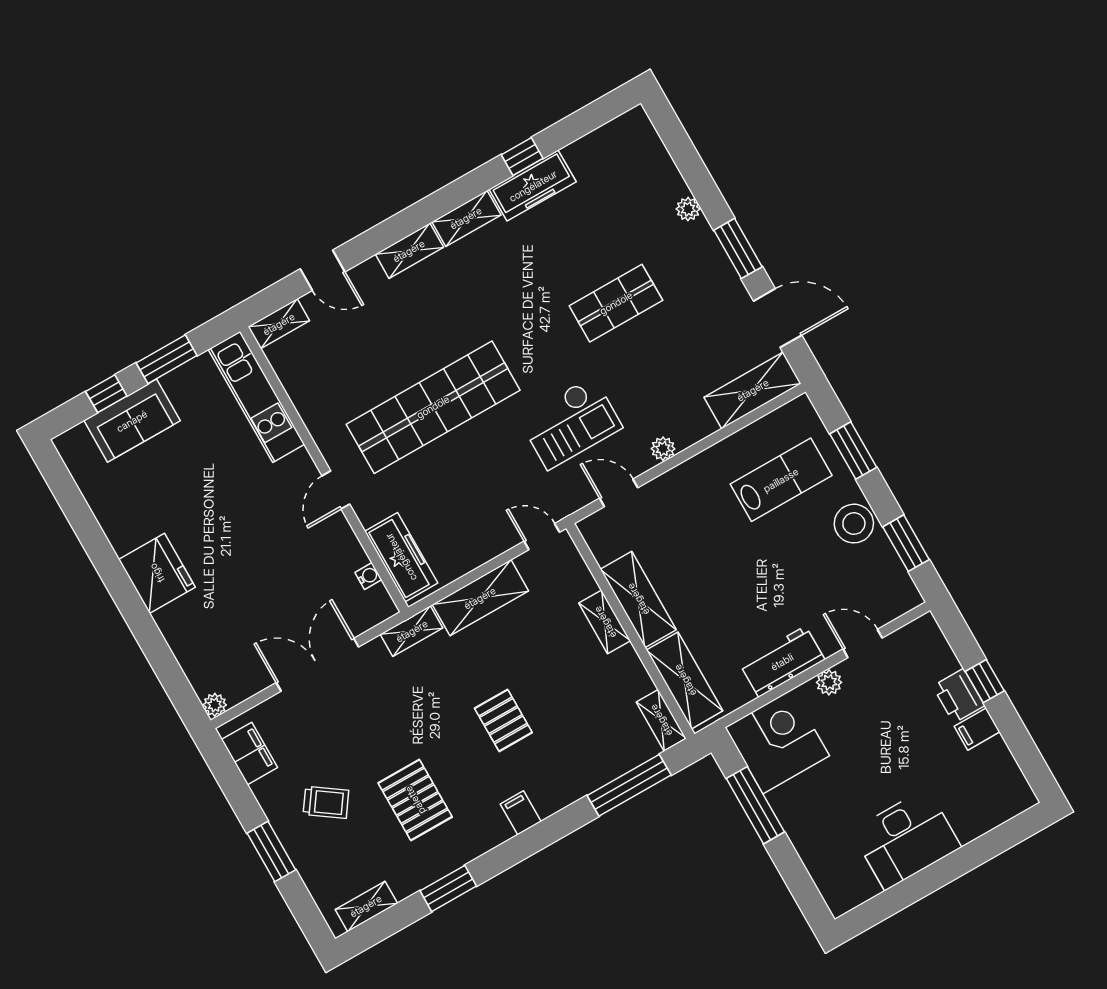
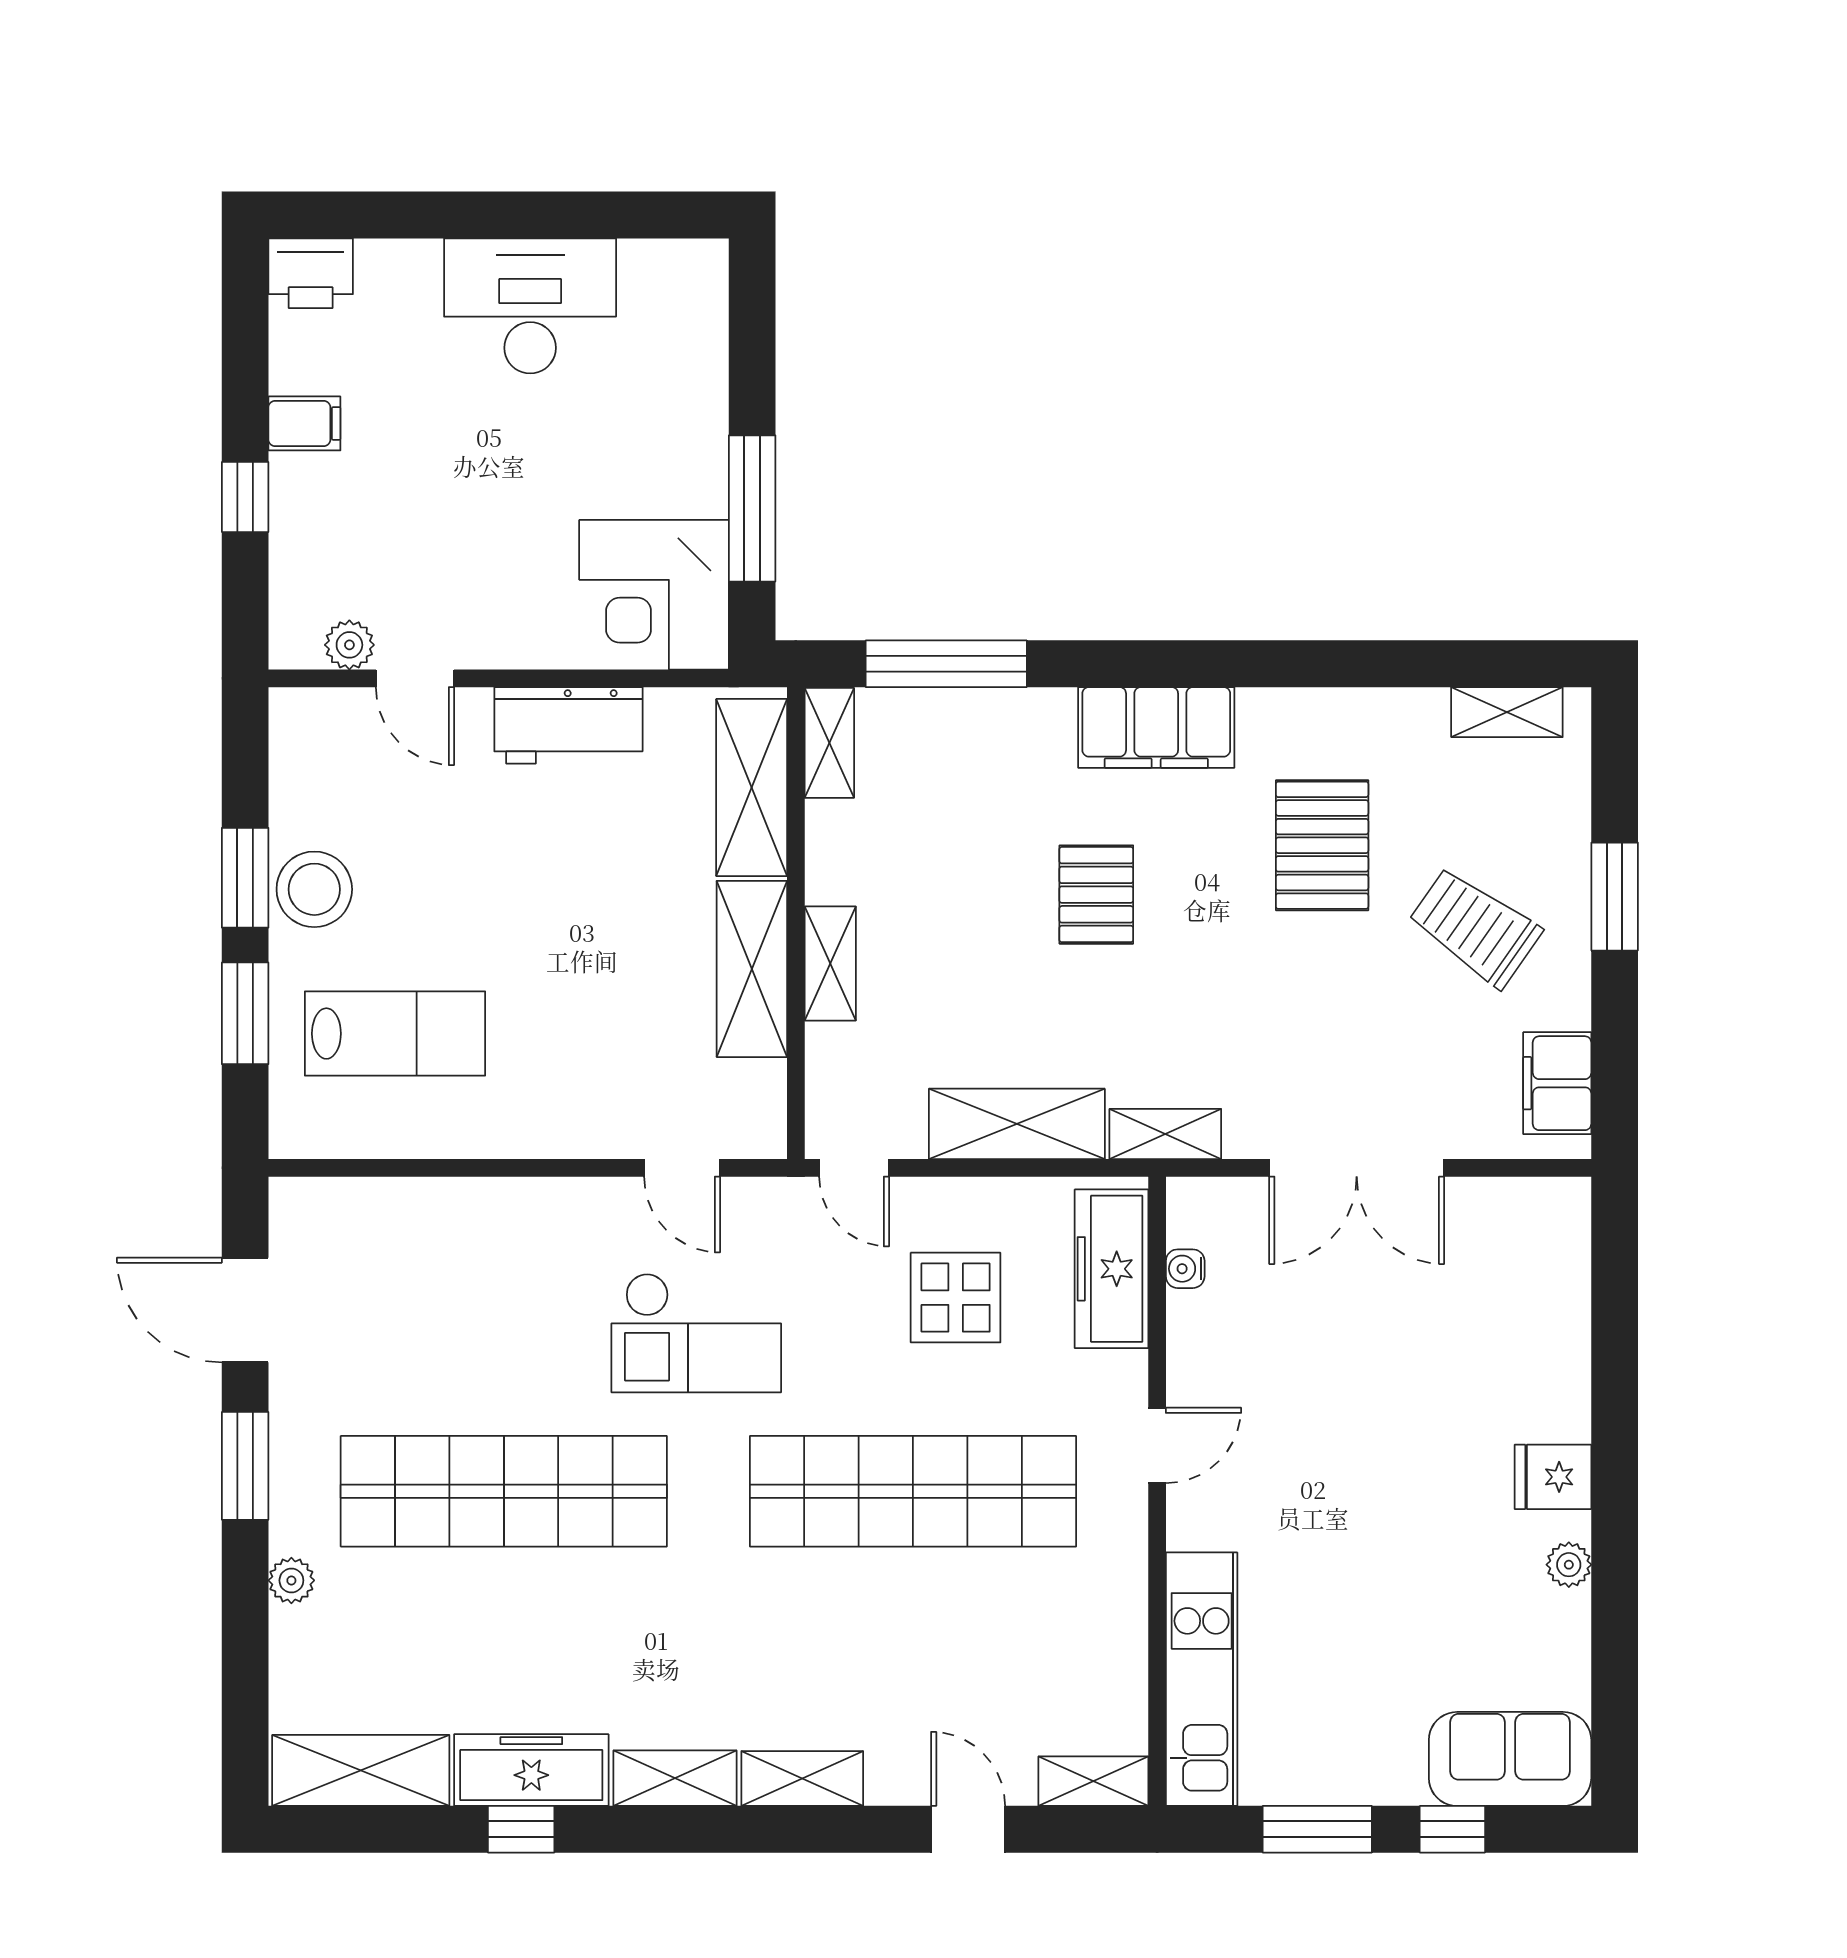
shop shelf: (616, 303) -> (504, 1491), width x2.00, depth x1.36
shelving: (753, 390) -> (361, 1770), moved
sofa: (132, 421) -> (1510, 1759), moved
checkout: (570, 423) -> (696, 1333), turned 180
plant: (663, 449) -> (565, 1200), removed
lab bench: (781, 480) -> (395, 1034), turned 180
display table: (464, 505) -> (956, 1298), added
window: (906, 543) -> (245, 878), moved
fridge: (157, 573) -> (1553, 1477), width x0.53, depth x0.75
plant: (829, 682) -> (349, 645), moved
printer: (959, 696) -> (311, 273), moved, turned 90
plant: (215, 705) -> (1569, 1565), moved
trolley: (326, 802) -> (1475, 927), width x1.36, depth x1.39
filing cabinet: (521, 813) -> (1156, 728), width x3.00, depth x1.17
window: (448, 888) -> (1351, 664), removed

